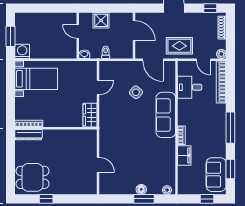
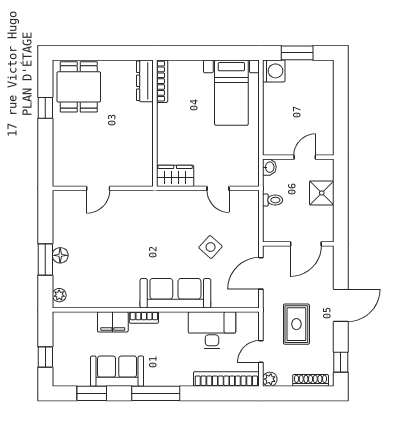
rug: (179, 46) -> (296, 324), moved
desk: (190, 87) -> (212, 330), width x1.37
sofa: (216, 175) -> (117, 371), moved

